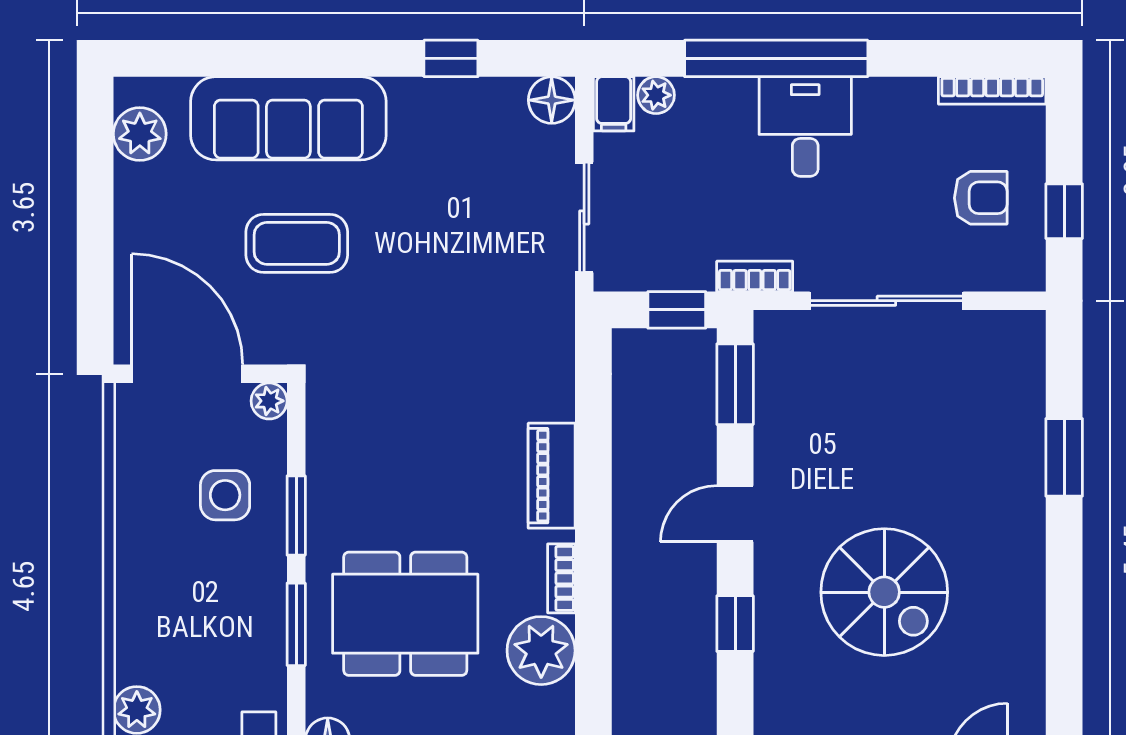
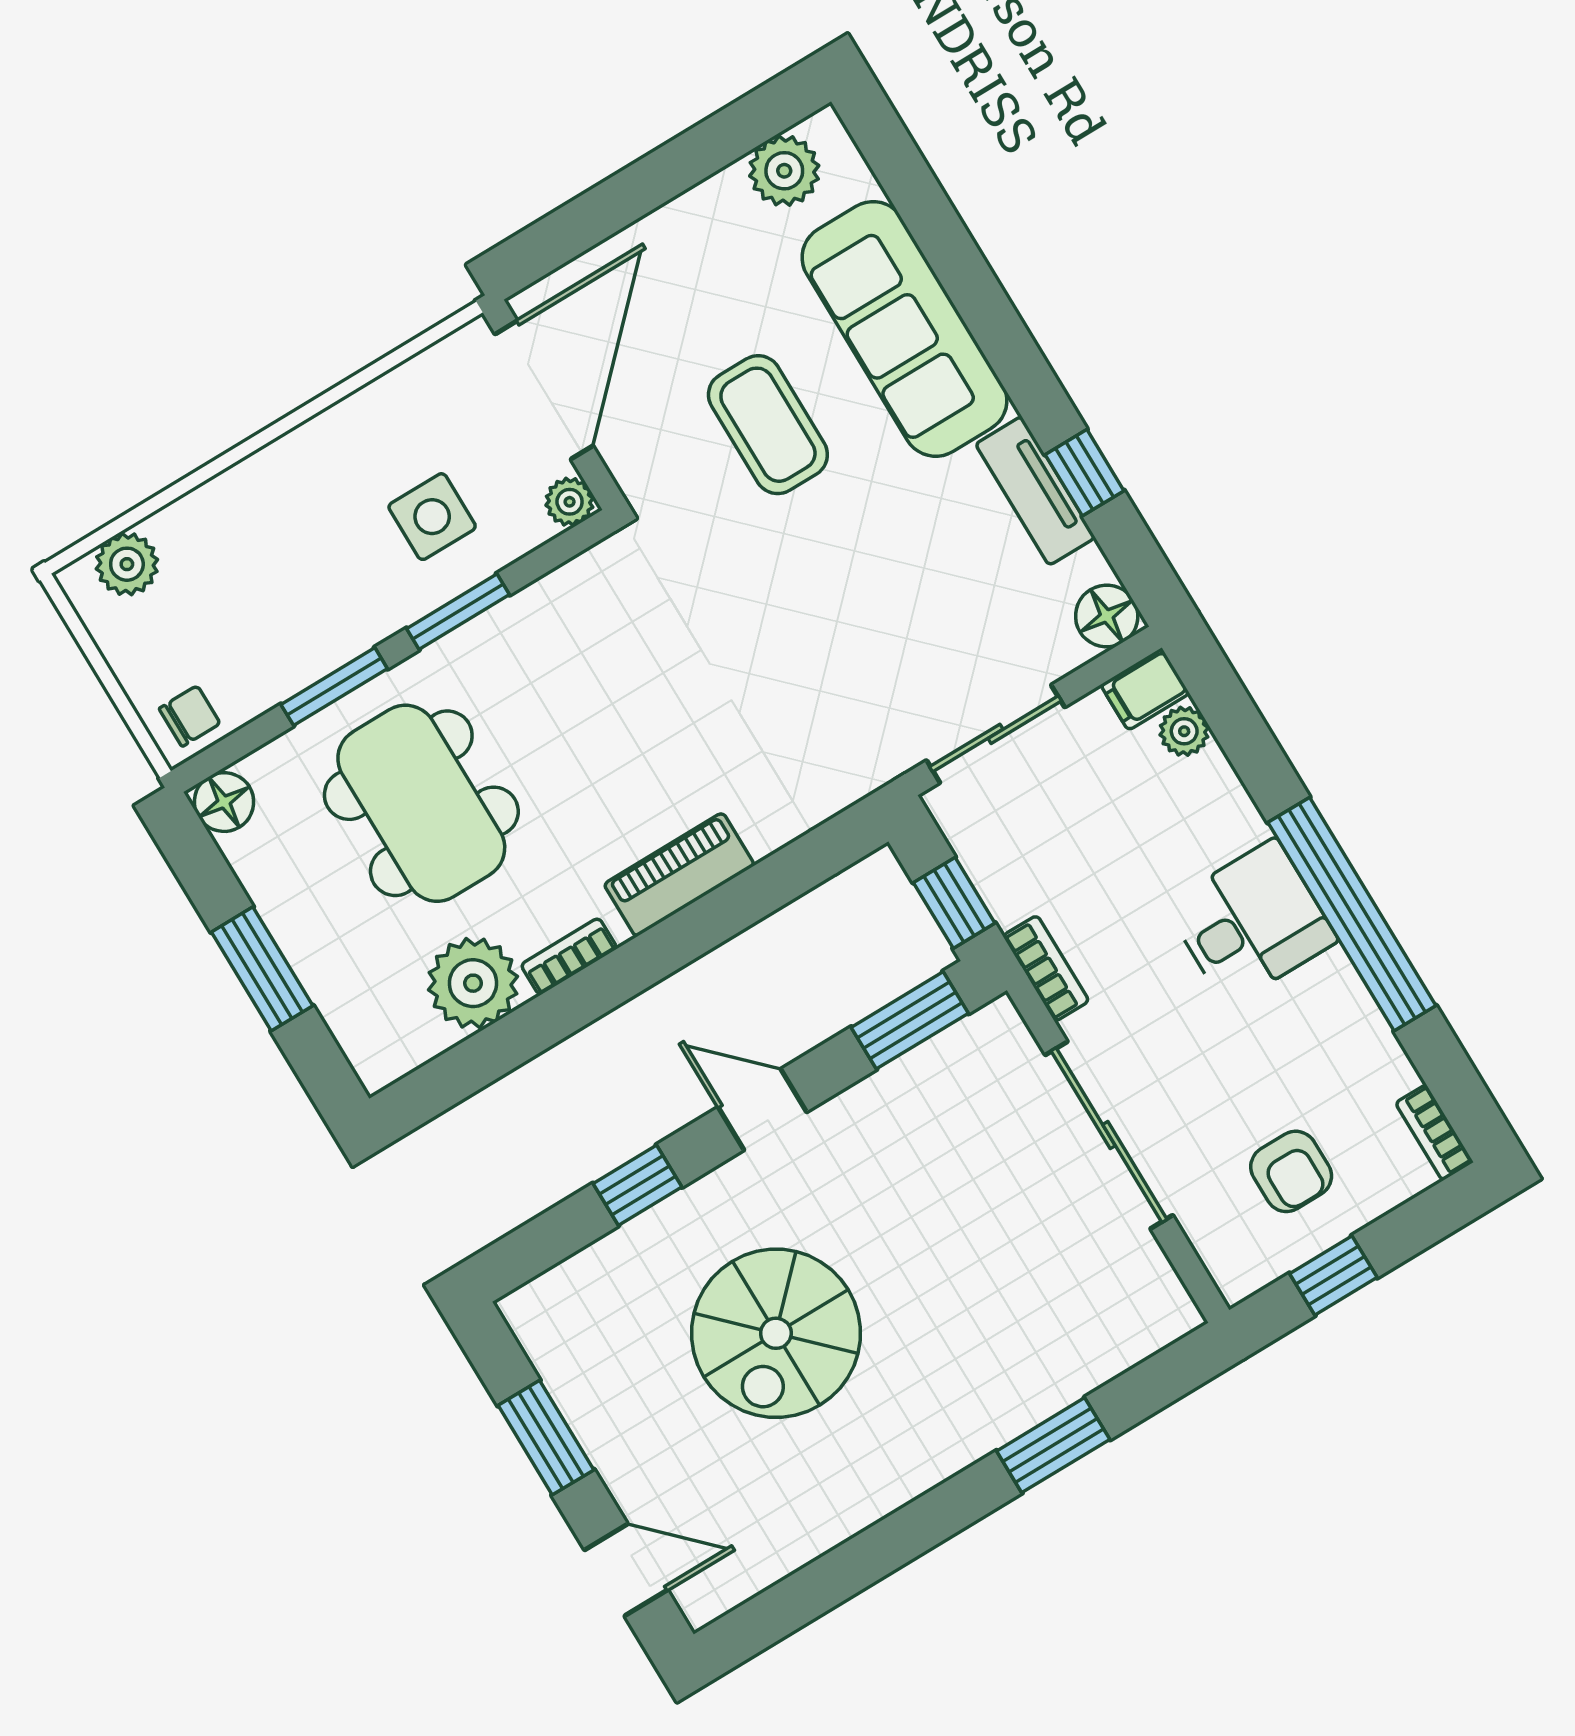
window: (776, 58) -> (1352, 914), moved
bookcase: (992, 90) -> (1434, 1132), width x0.64
tv unit: (443, 97) -> (1035, 491), added

